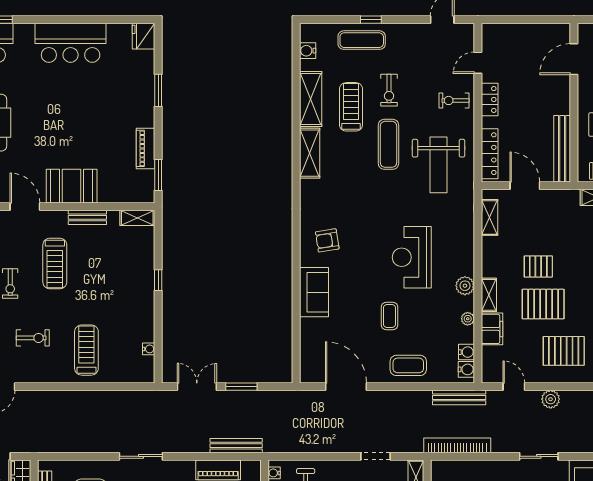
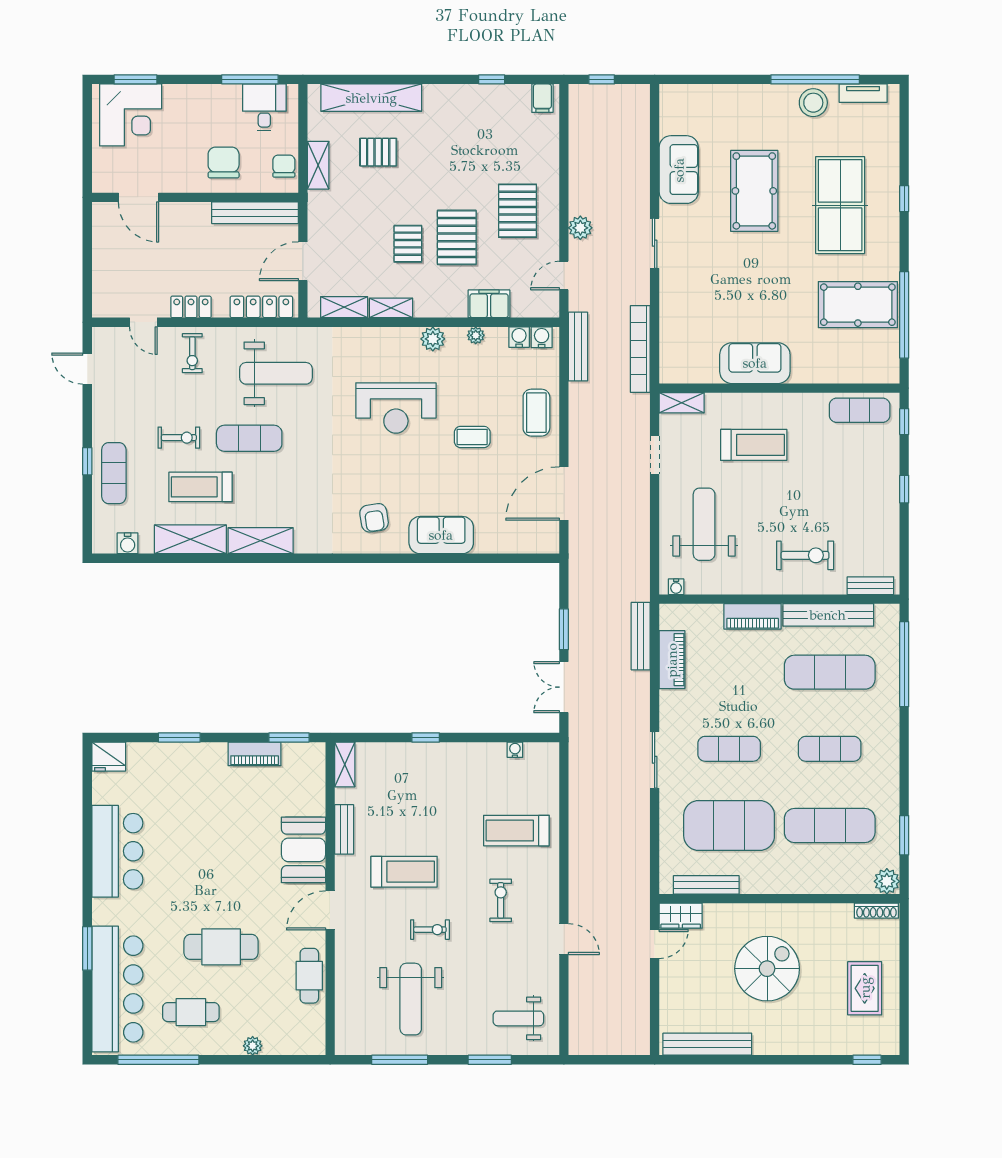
shelving: (489, 295) -> (391, 308), moved

